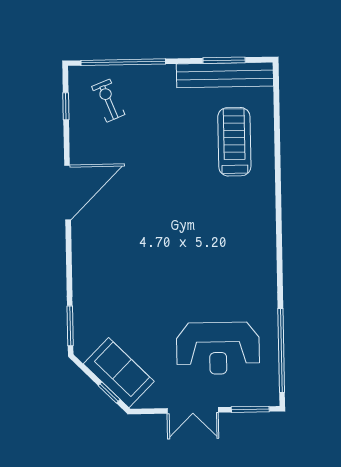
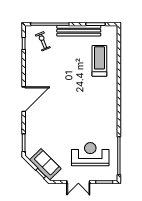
bench: (225, 75) -> (79, 31), moved
door: (68, 192) -> (24, 99), moved
reception desk: (218, 348) -> (90, 154), turned 180

